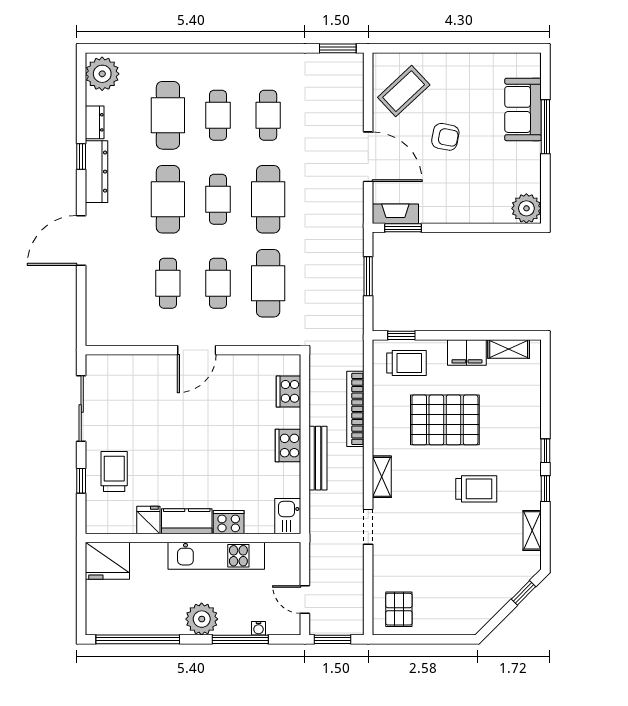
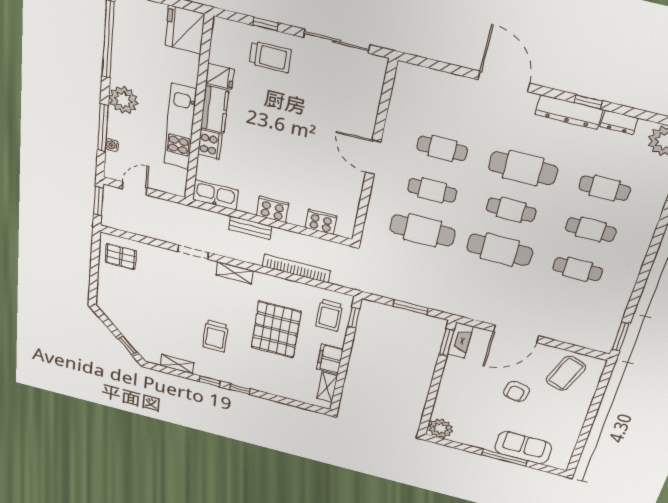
coffee table: (404, 91) -> (566, 373), turned 63
cafe table: (168, 115) -> (605, 188), width x0.73, depth x0.74
bench: (318, 458) -> (250, 228), width x0.73
kitchen sink: (288, 516) -> (215, 195), width x1.38

